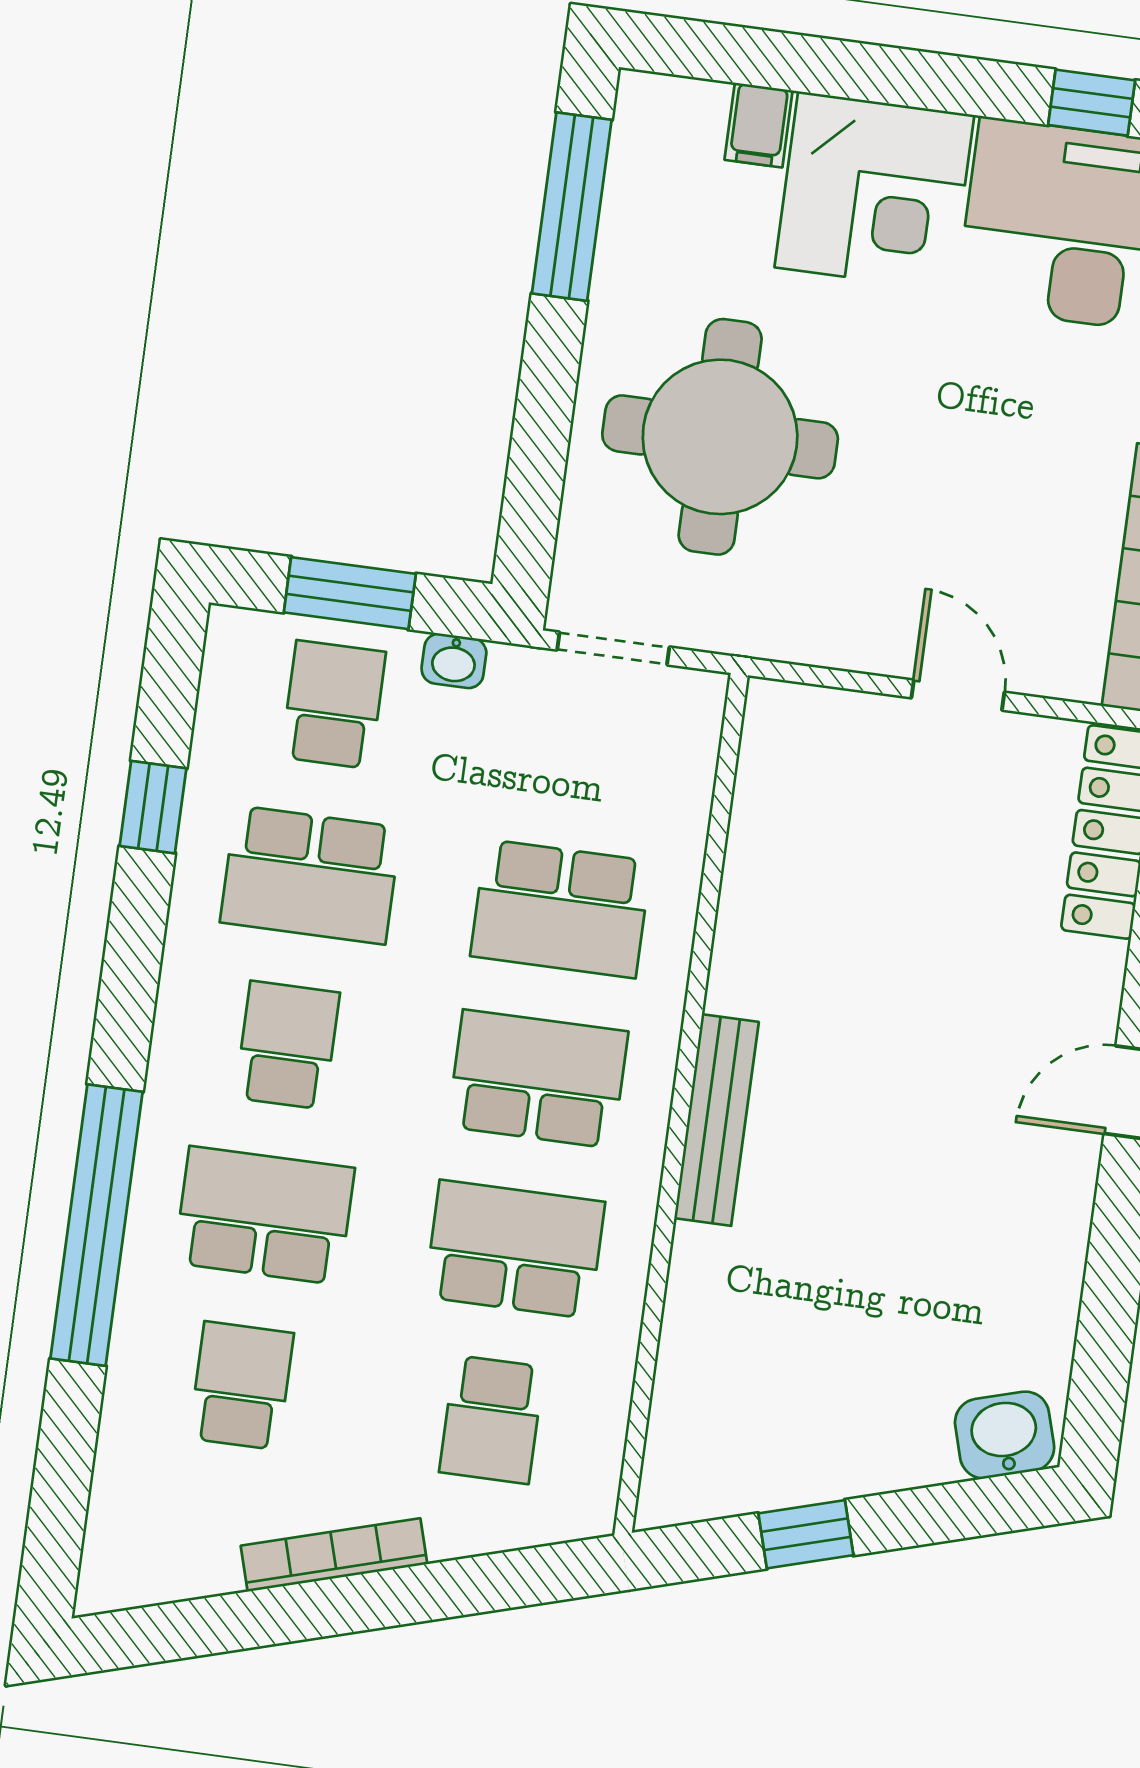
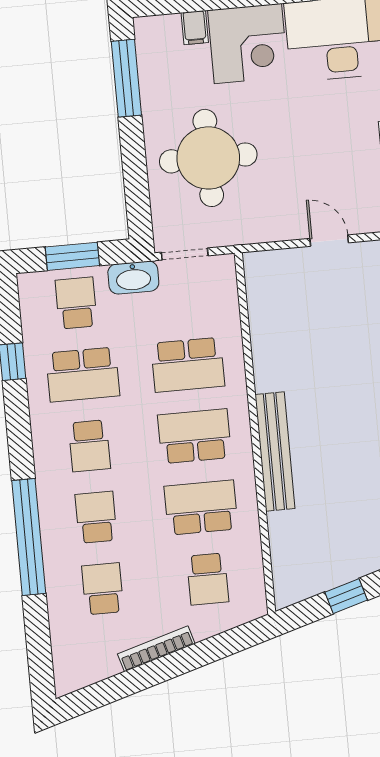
washbasin: (454, 661) -> (133, 278), width x1.91, depth x1.45
school desk: (287, 1045) -> (89, 446), turned 180
bench: (716, 1120) -> (275, 452), width x1.37, depth x1.21
school desk: (264, 1215) -> (96, 517), width x0.54

